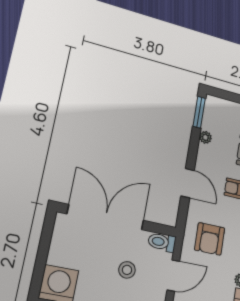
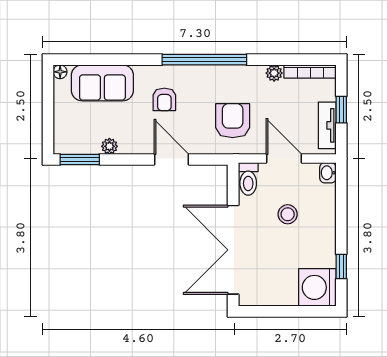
door: (188, 183) -> (171, 160), hinge flipped
armchair: (210, 239) -> (233, 121), turned -90

